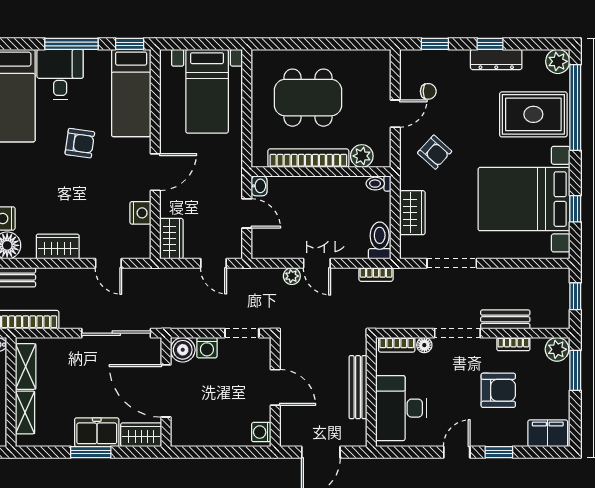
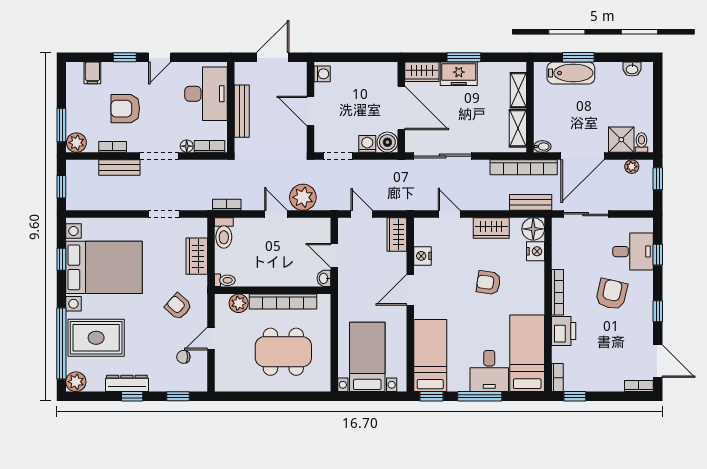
armchair: (80, 143) -> (488, 283), moved
doorway: (452, 263) -> (164, 214), width x0.73
plant: (292, 276) -> (303, 197), width x1.88, depth x1.88
filing cabinet: (548, 433) -> (92, 73), width x0.50

